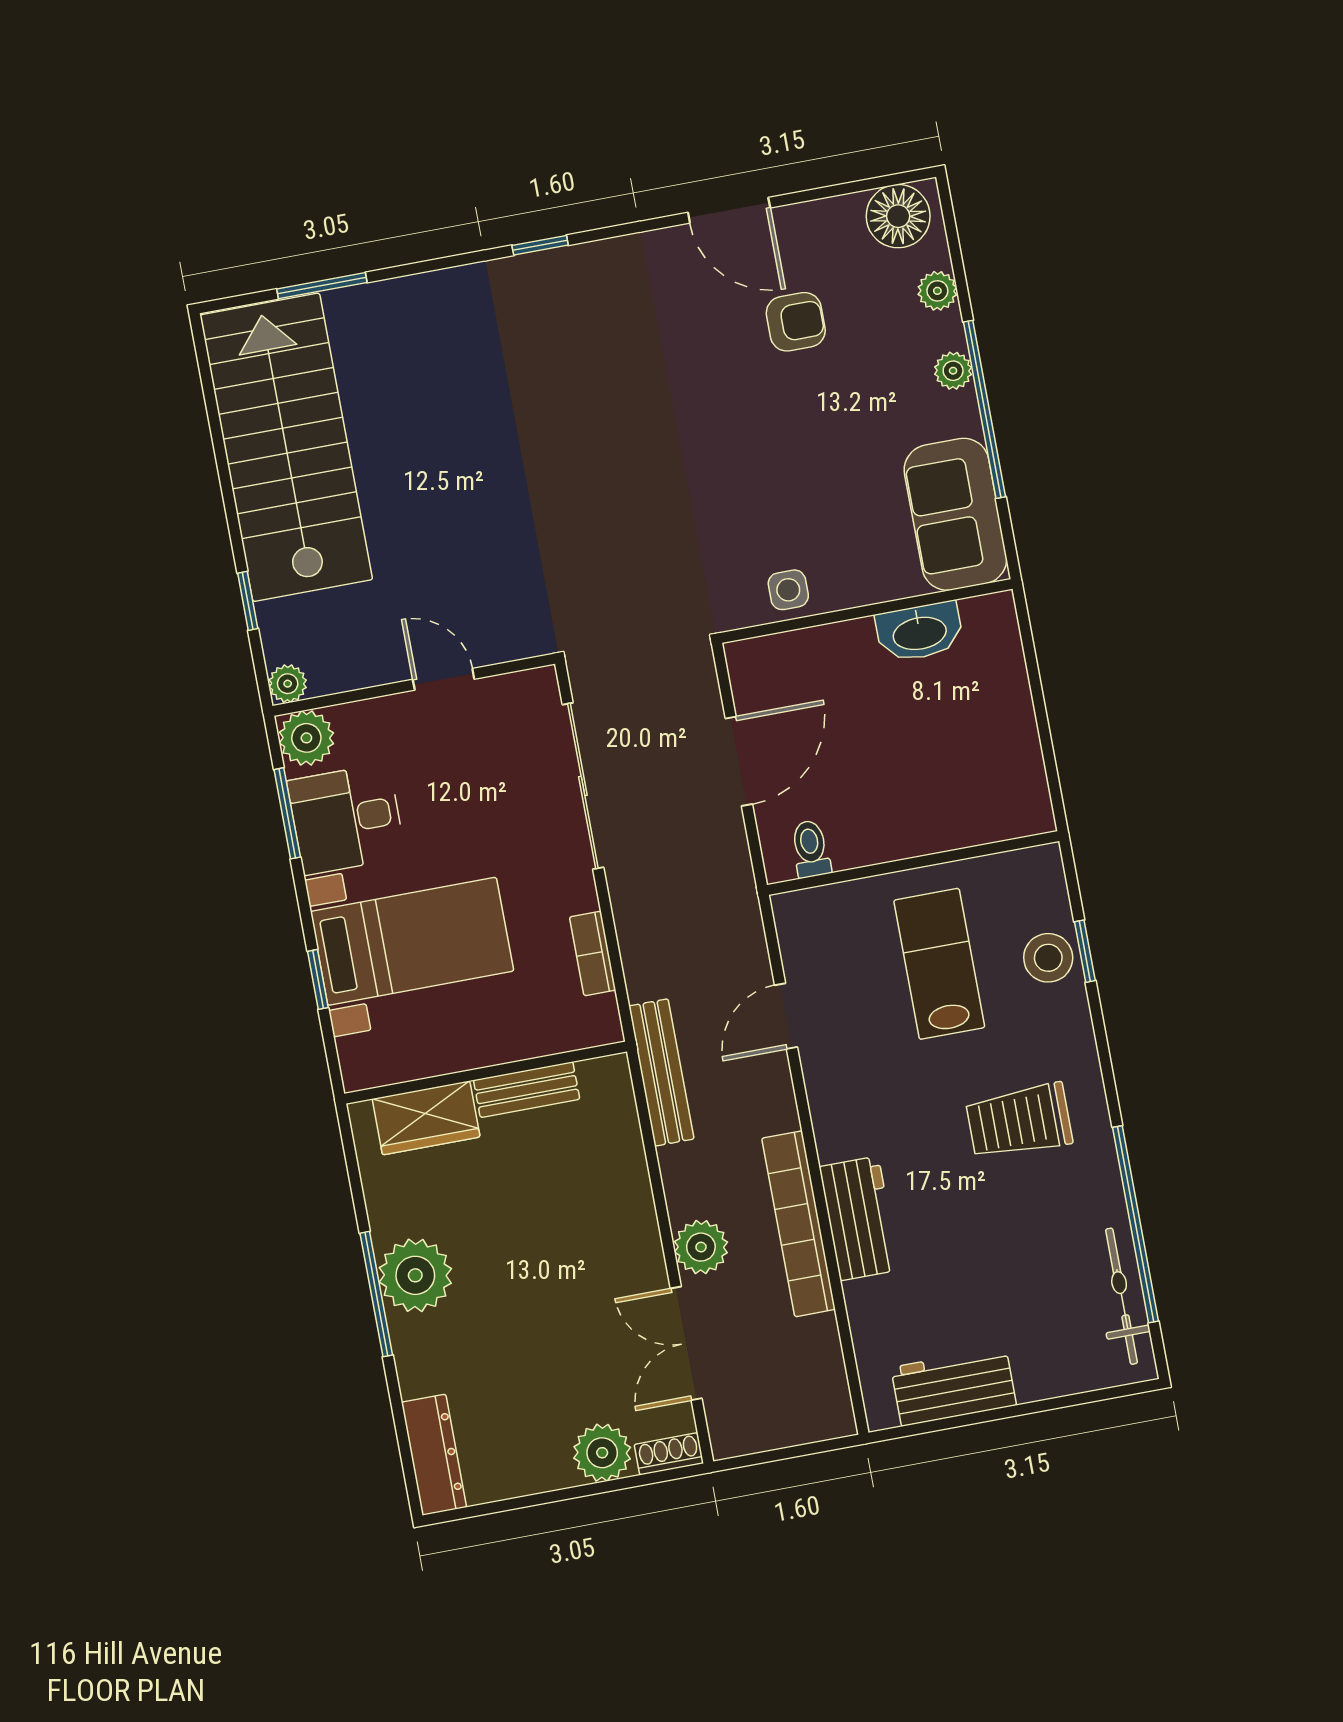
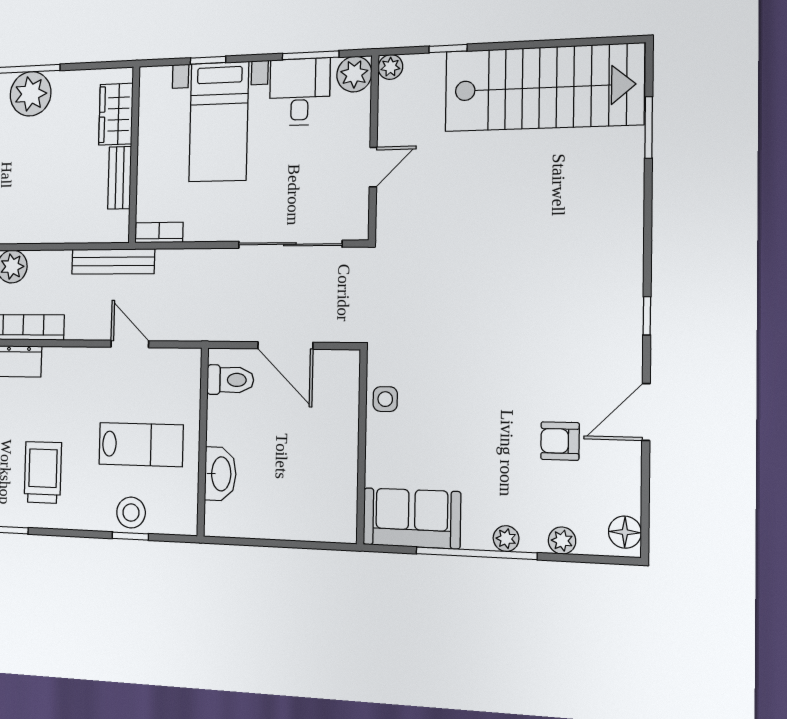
floor lamp: (898, 216) -> (625, 532), width x0.73, depth x0.73
window: (540, 245) -> (647, 316), moved
armchair: (796, 322) -> (560, 441), turned 90
washbasin: (919, 632) -> (220, 474), moved, turned 180
toilet: (811, 849) -> (230, 380), width x1.37, depth x1.39
bookcase: (593, 954) -> (159, 233), moved

